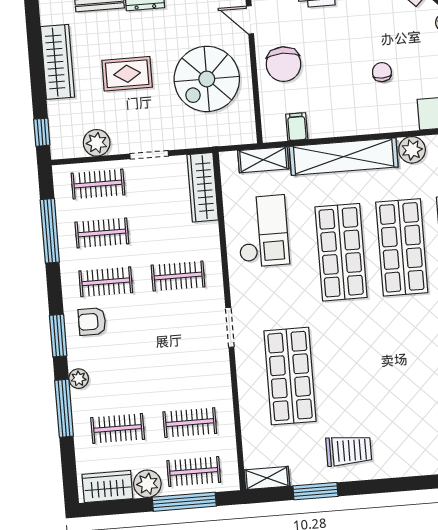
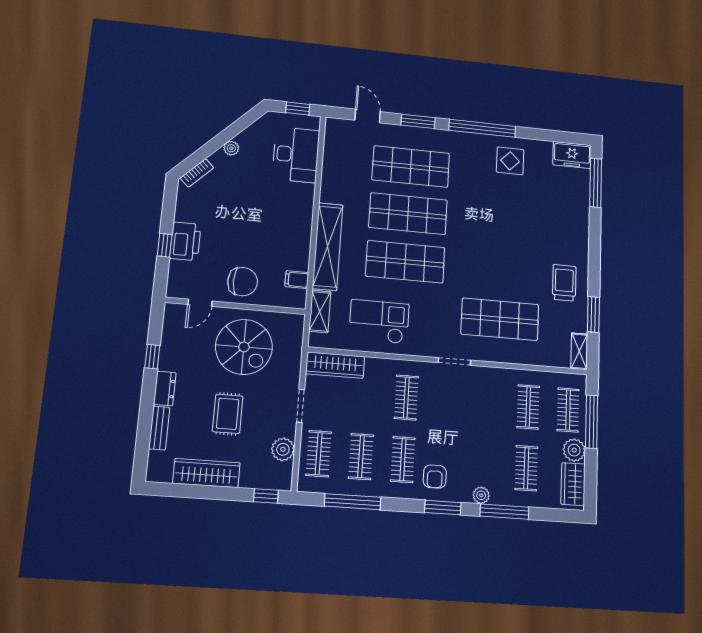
chair: (382, 72) -> (263, 204), removed
plant: (412, 150) -> (331, 192), removed

